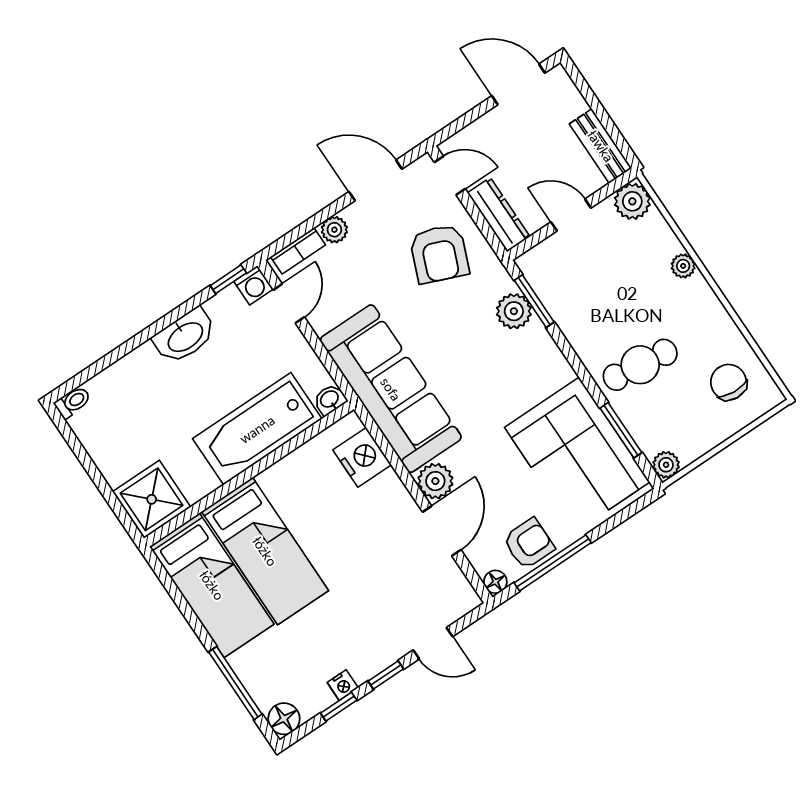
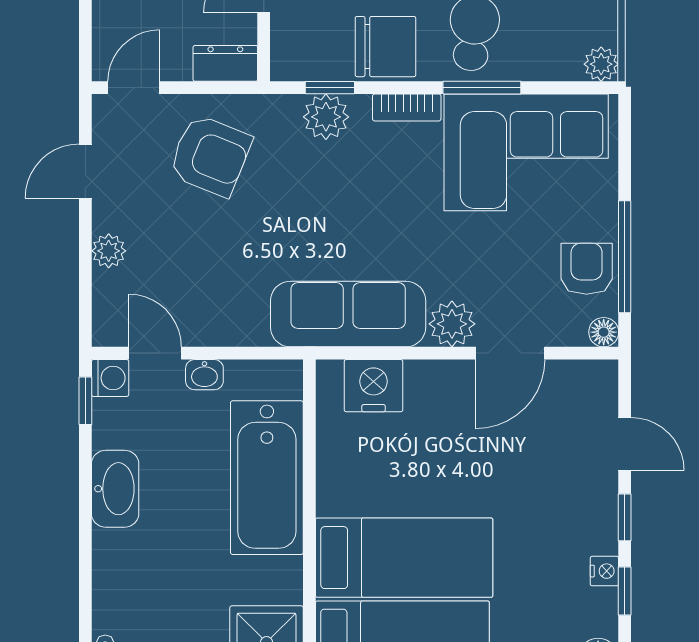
door: (375, 180) -> (85, 171), width x0.73
dresser: (499, 215) -> (225, 63), width x0.70
bookcase: (298, 251) -> (407, 107), moved, turned 90
window: (534, 301) -> (330, 88), width x0.67
chair: (584, 319) -> (385, 47), added
sofa: (391, 389) -> (348, 314), width x0.74, depth x0.79
washbasin: (330, 400) -> (204, 375), moved, turned -90
window: (621, 430) -> (482, 88), moved
door: (442, 531) -> (510, 353), swing flipped
door: (433, 643) -> (625, 444), hinge flipped

